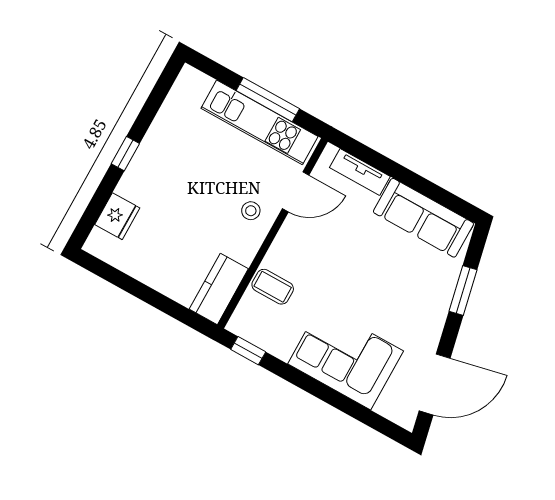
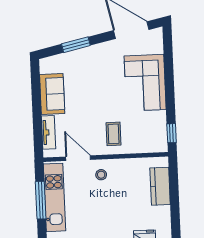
sofa: (423, 218) -> (52, 94), width x0.73
coffee table: (273, 287) -> (113, 134), moved
kitchen counter: (219, 289) -> (160, 186), moved, turned 90

